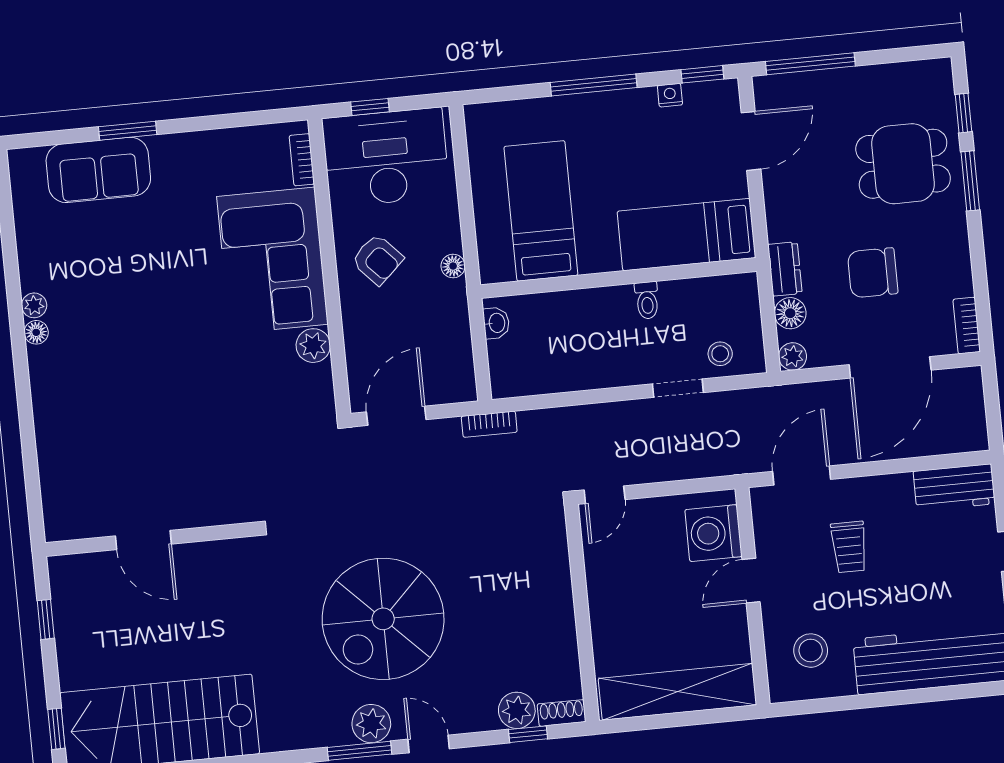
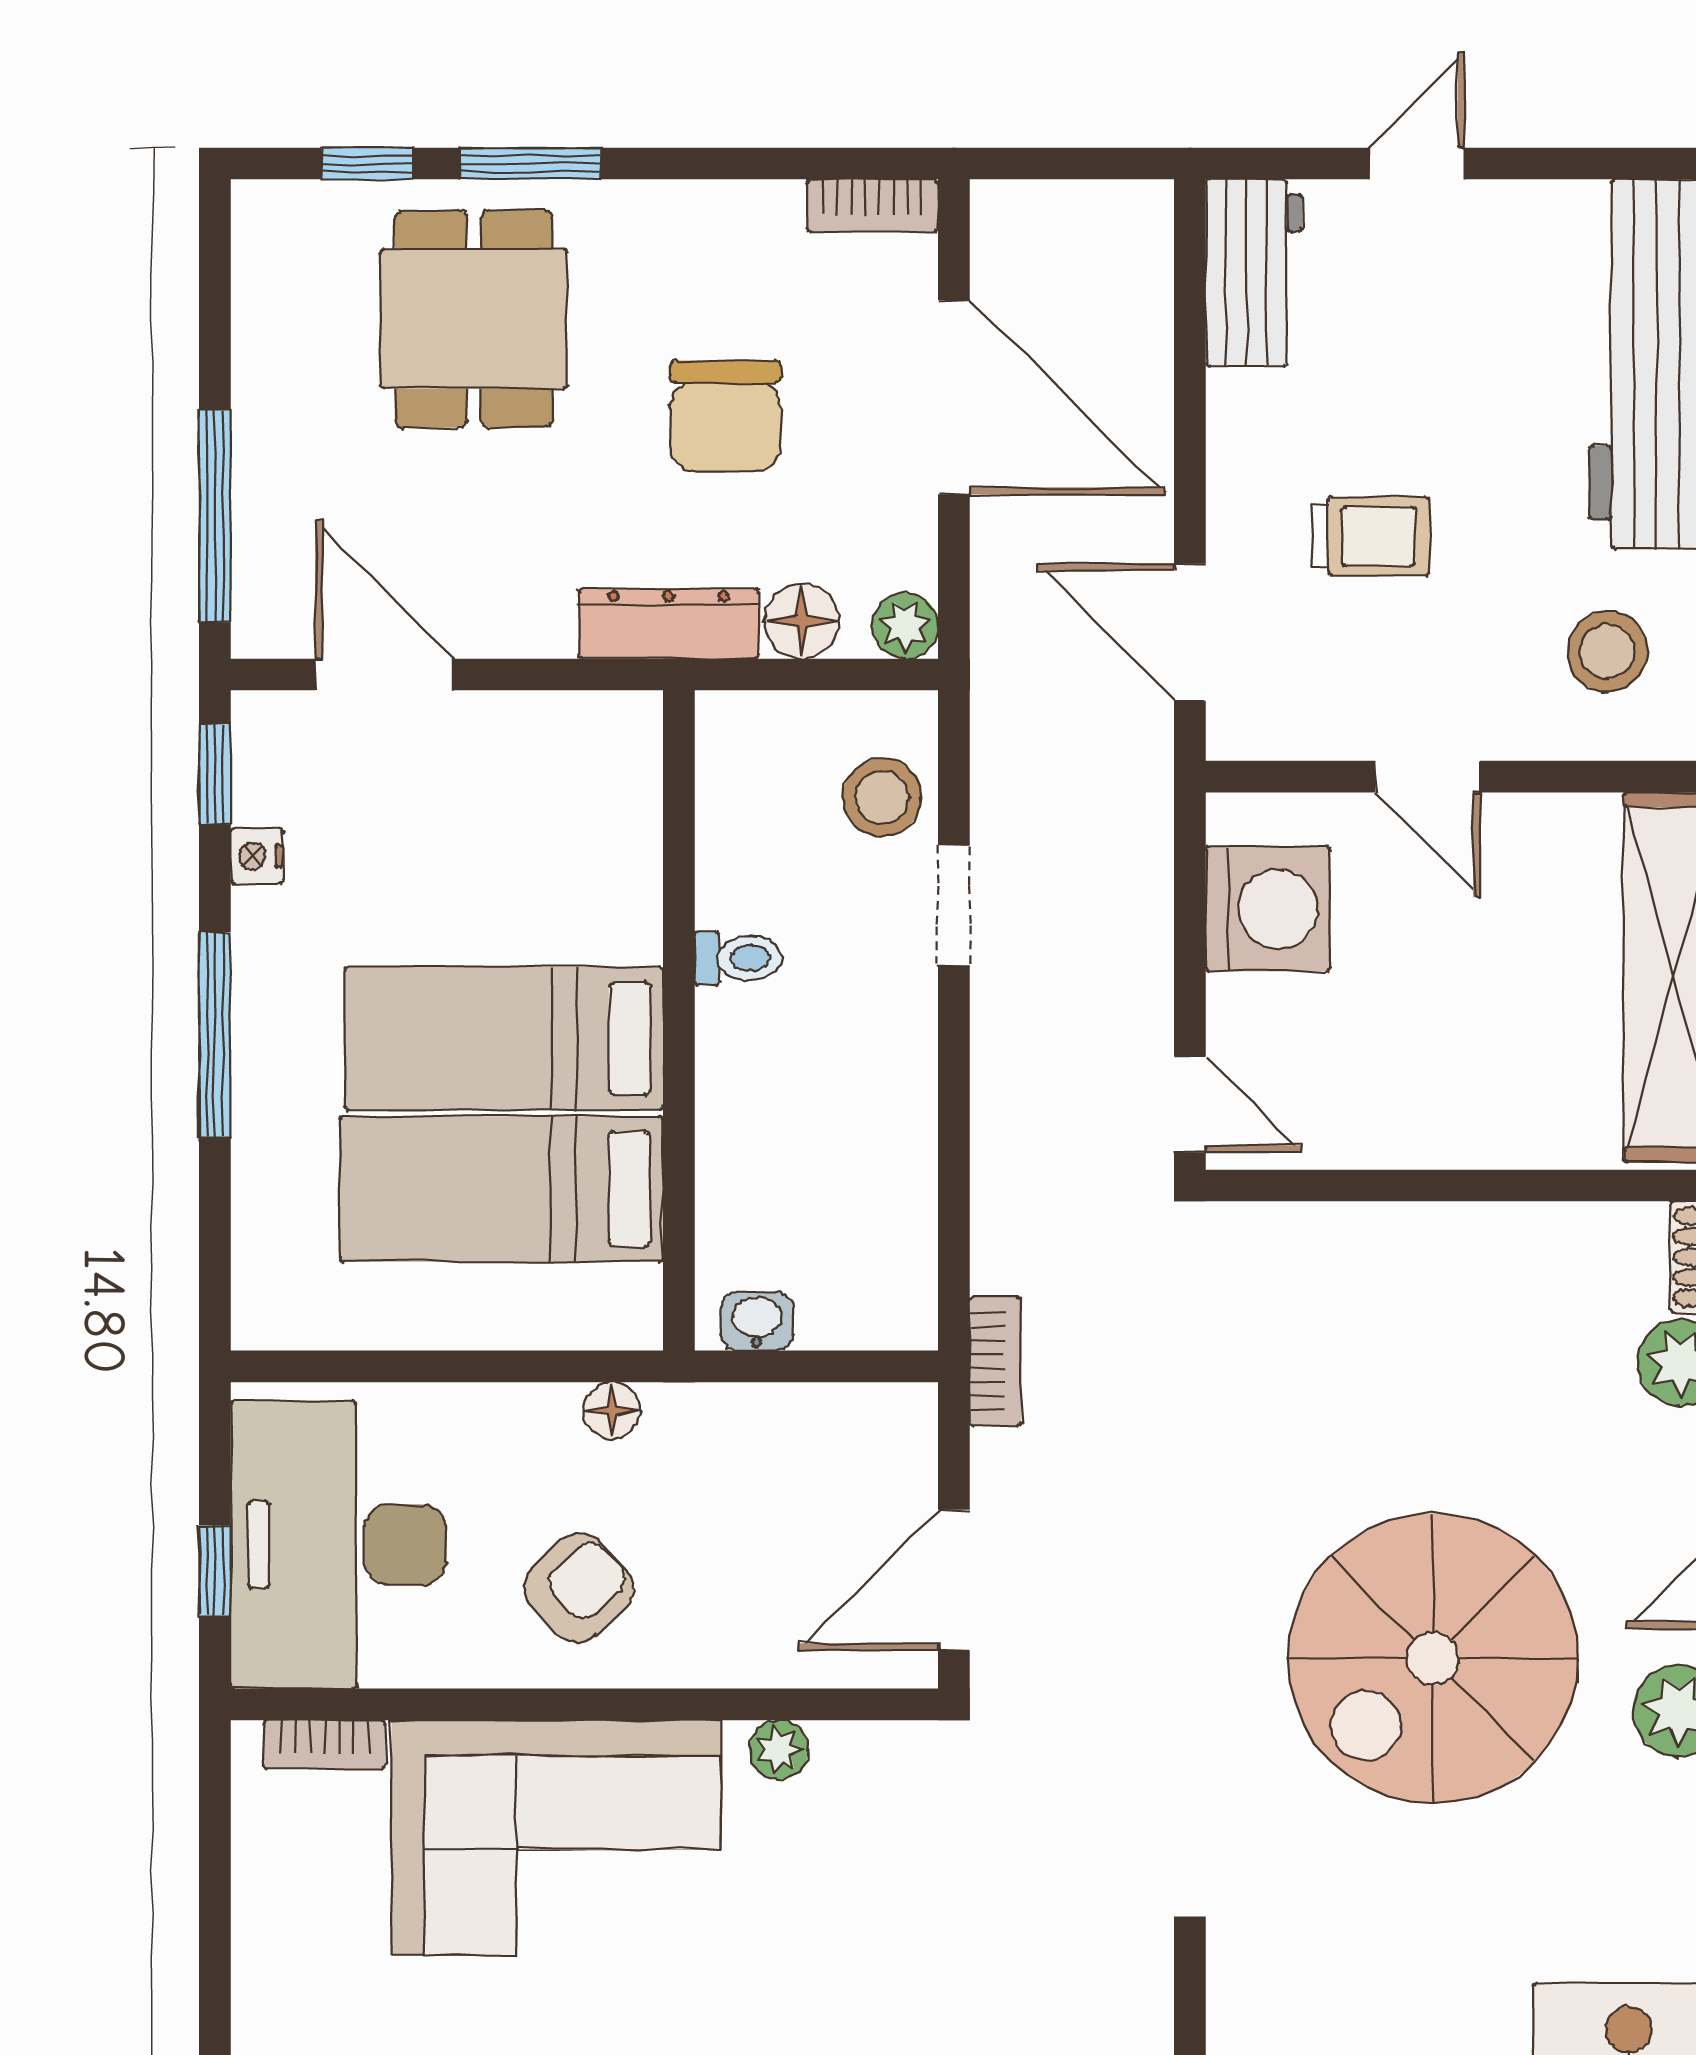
bed: (686, 235) -> (504, 1038), moved, turned 90
dresser: (785, 269) -> (668, 624), width x1.44
plant: (313, 346) -> (779, 1750), width x0.73, depth x0.73
stool: (720, 354) -> (882, 797), width x1.37, depth x1.37
door: (396, 416) -> (954, 1580), hinge flipped
washing machine: (713, 533) -> (1268, 909), moved, turned -90
spiral stairs: (383, 619) -> (1433, 1658), turned 90

